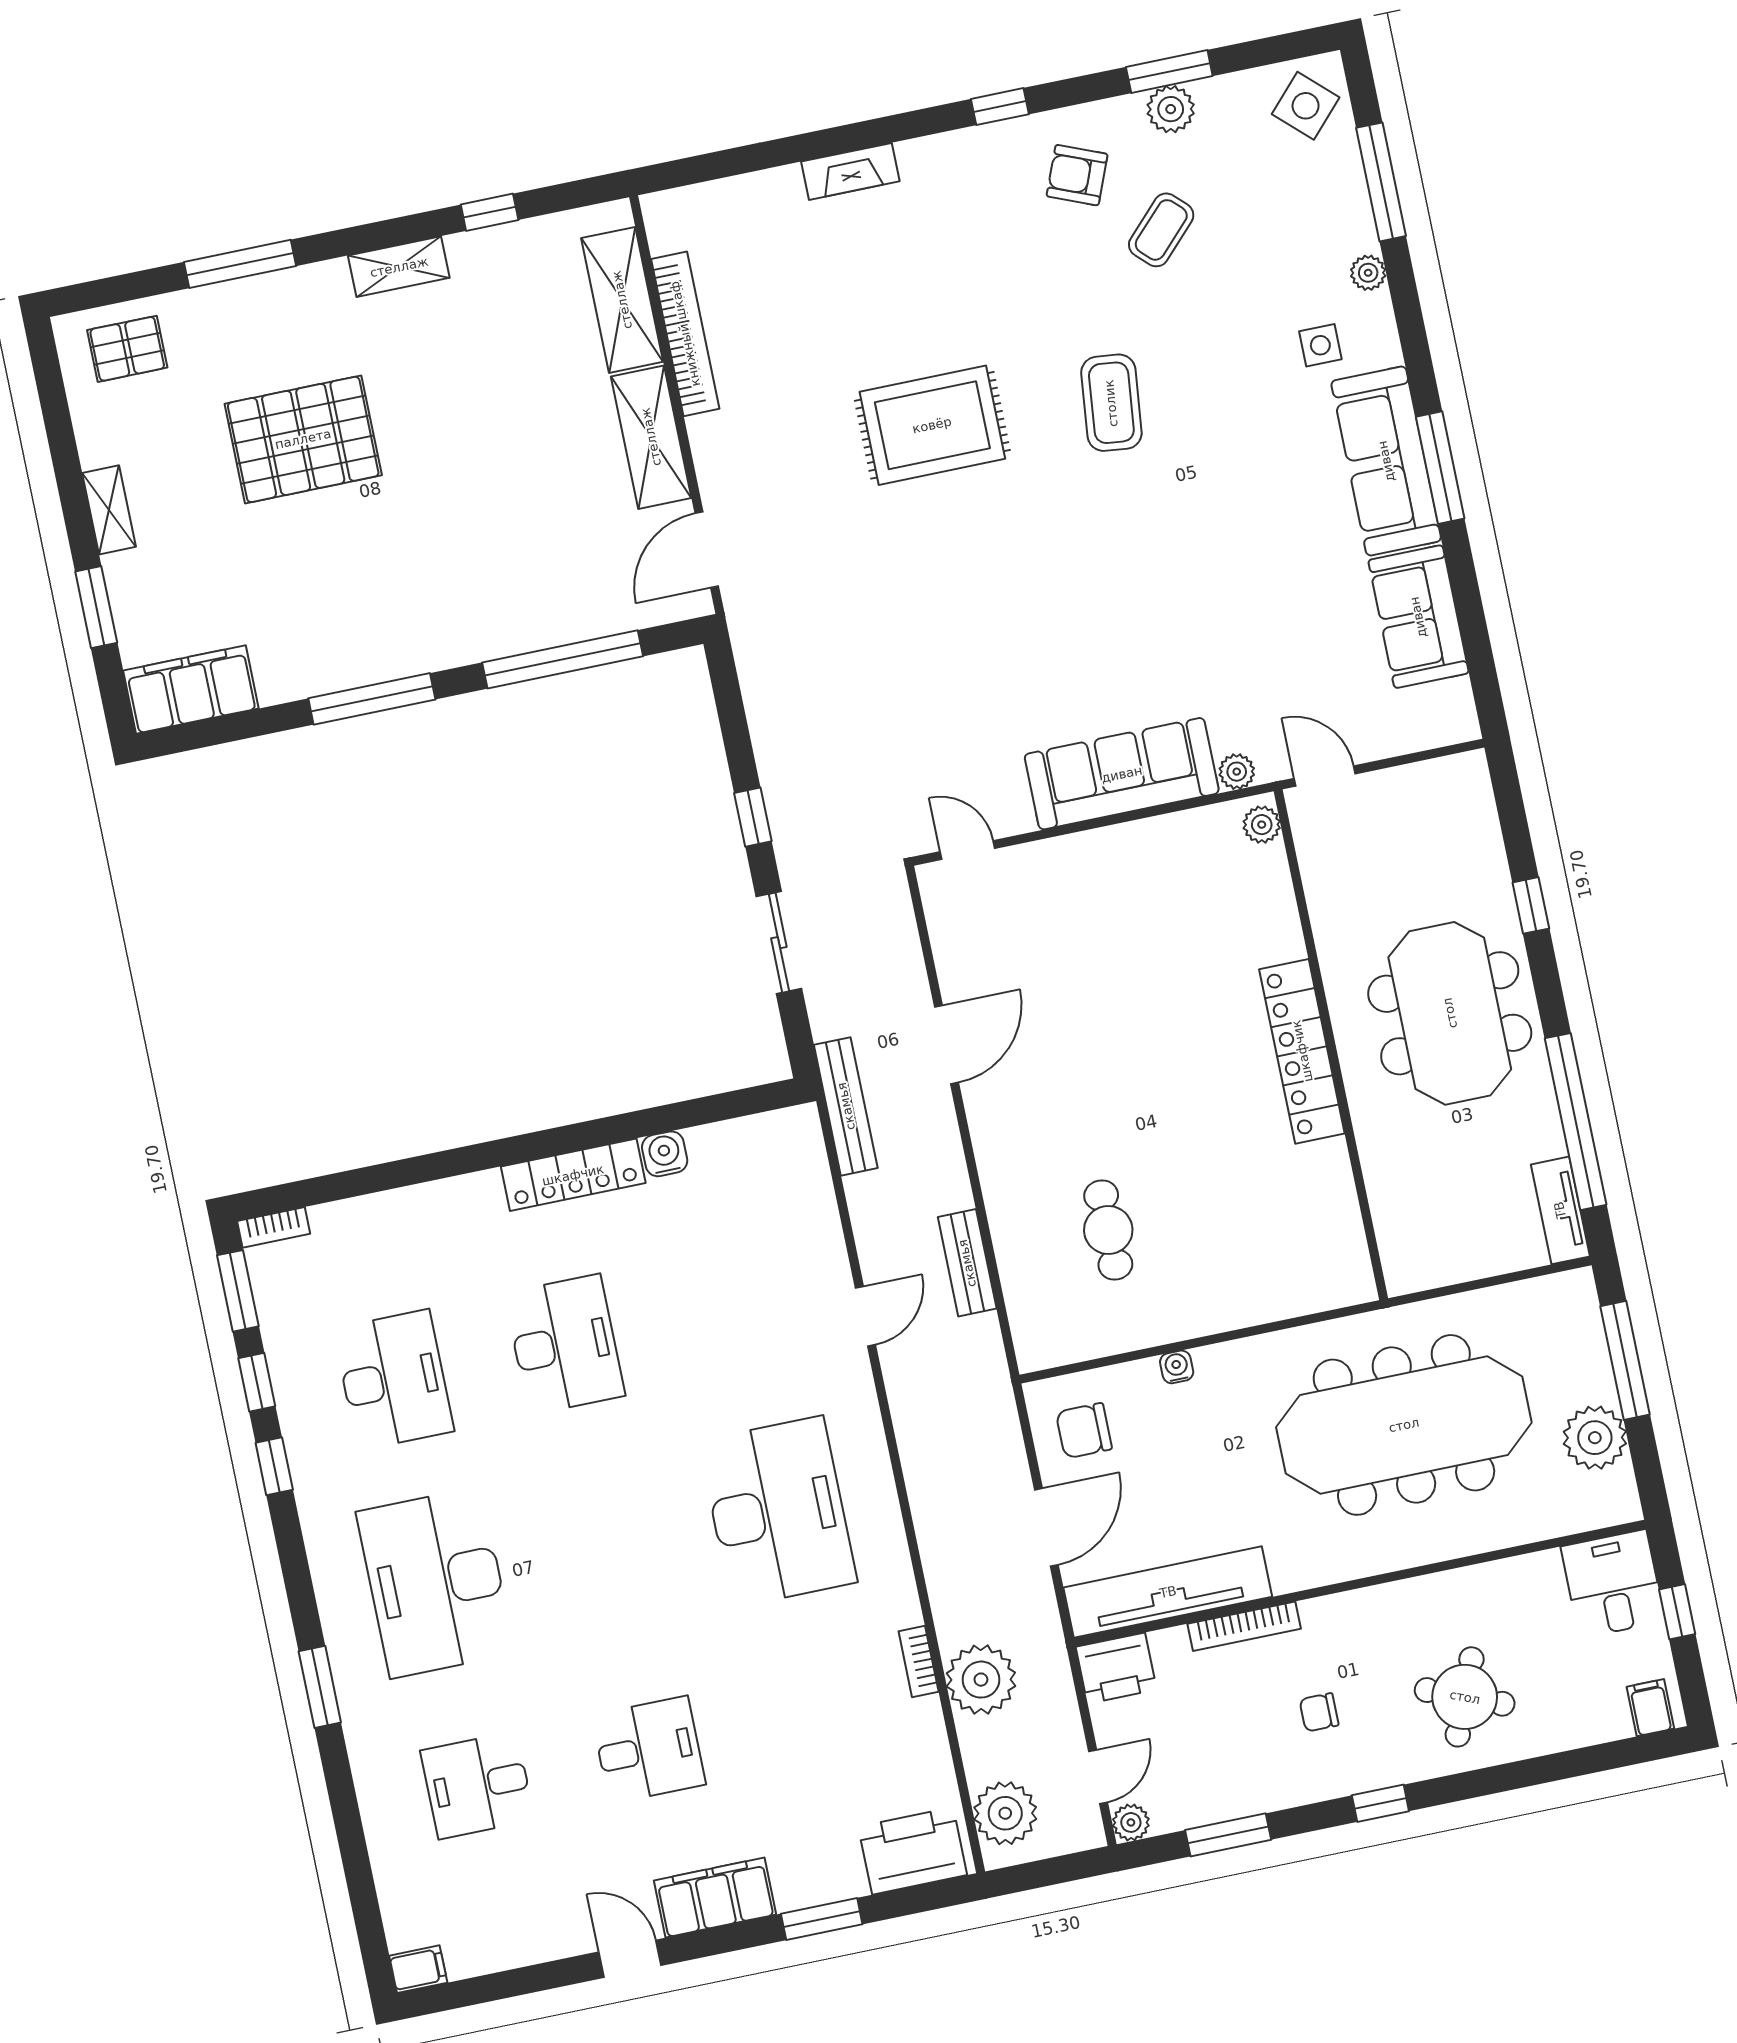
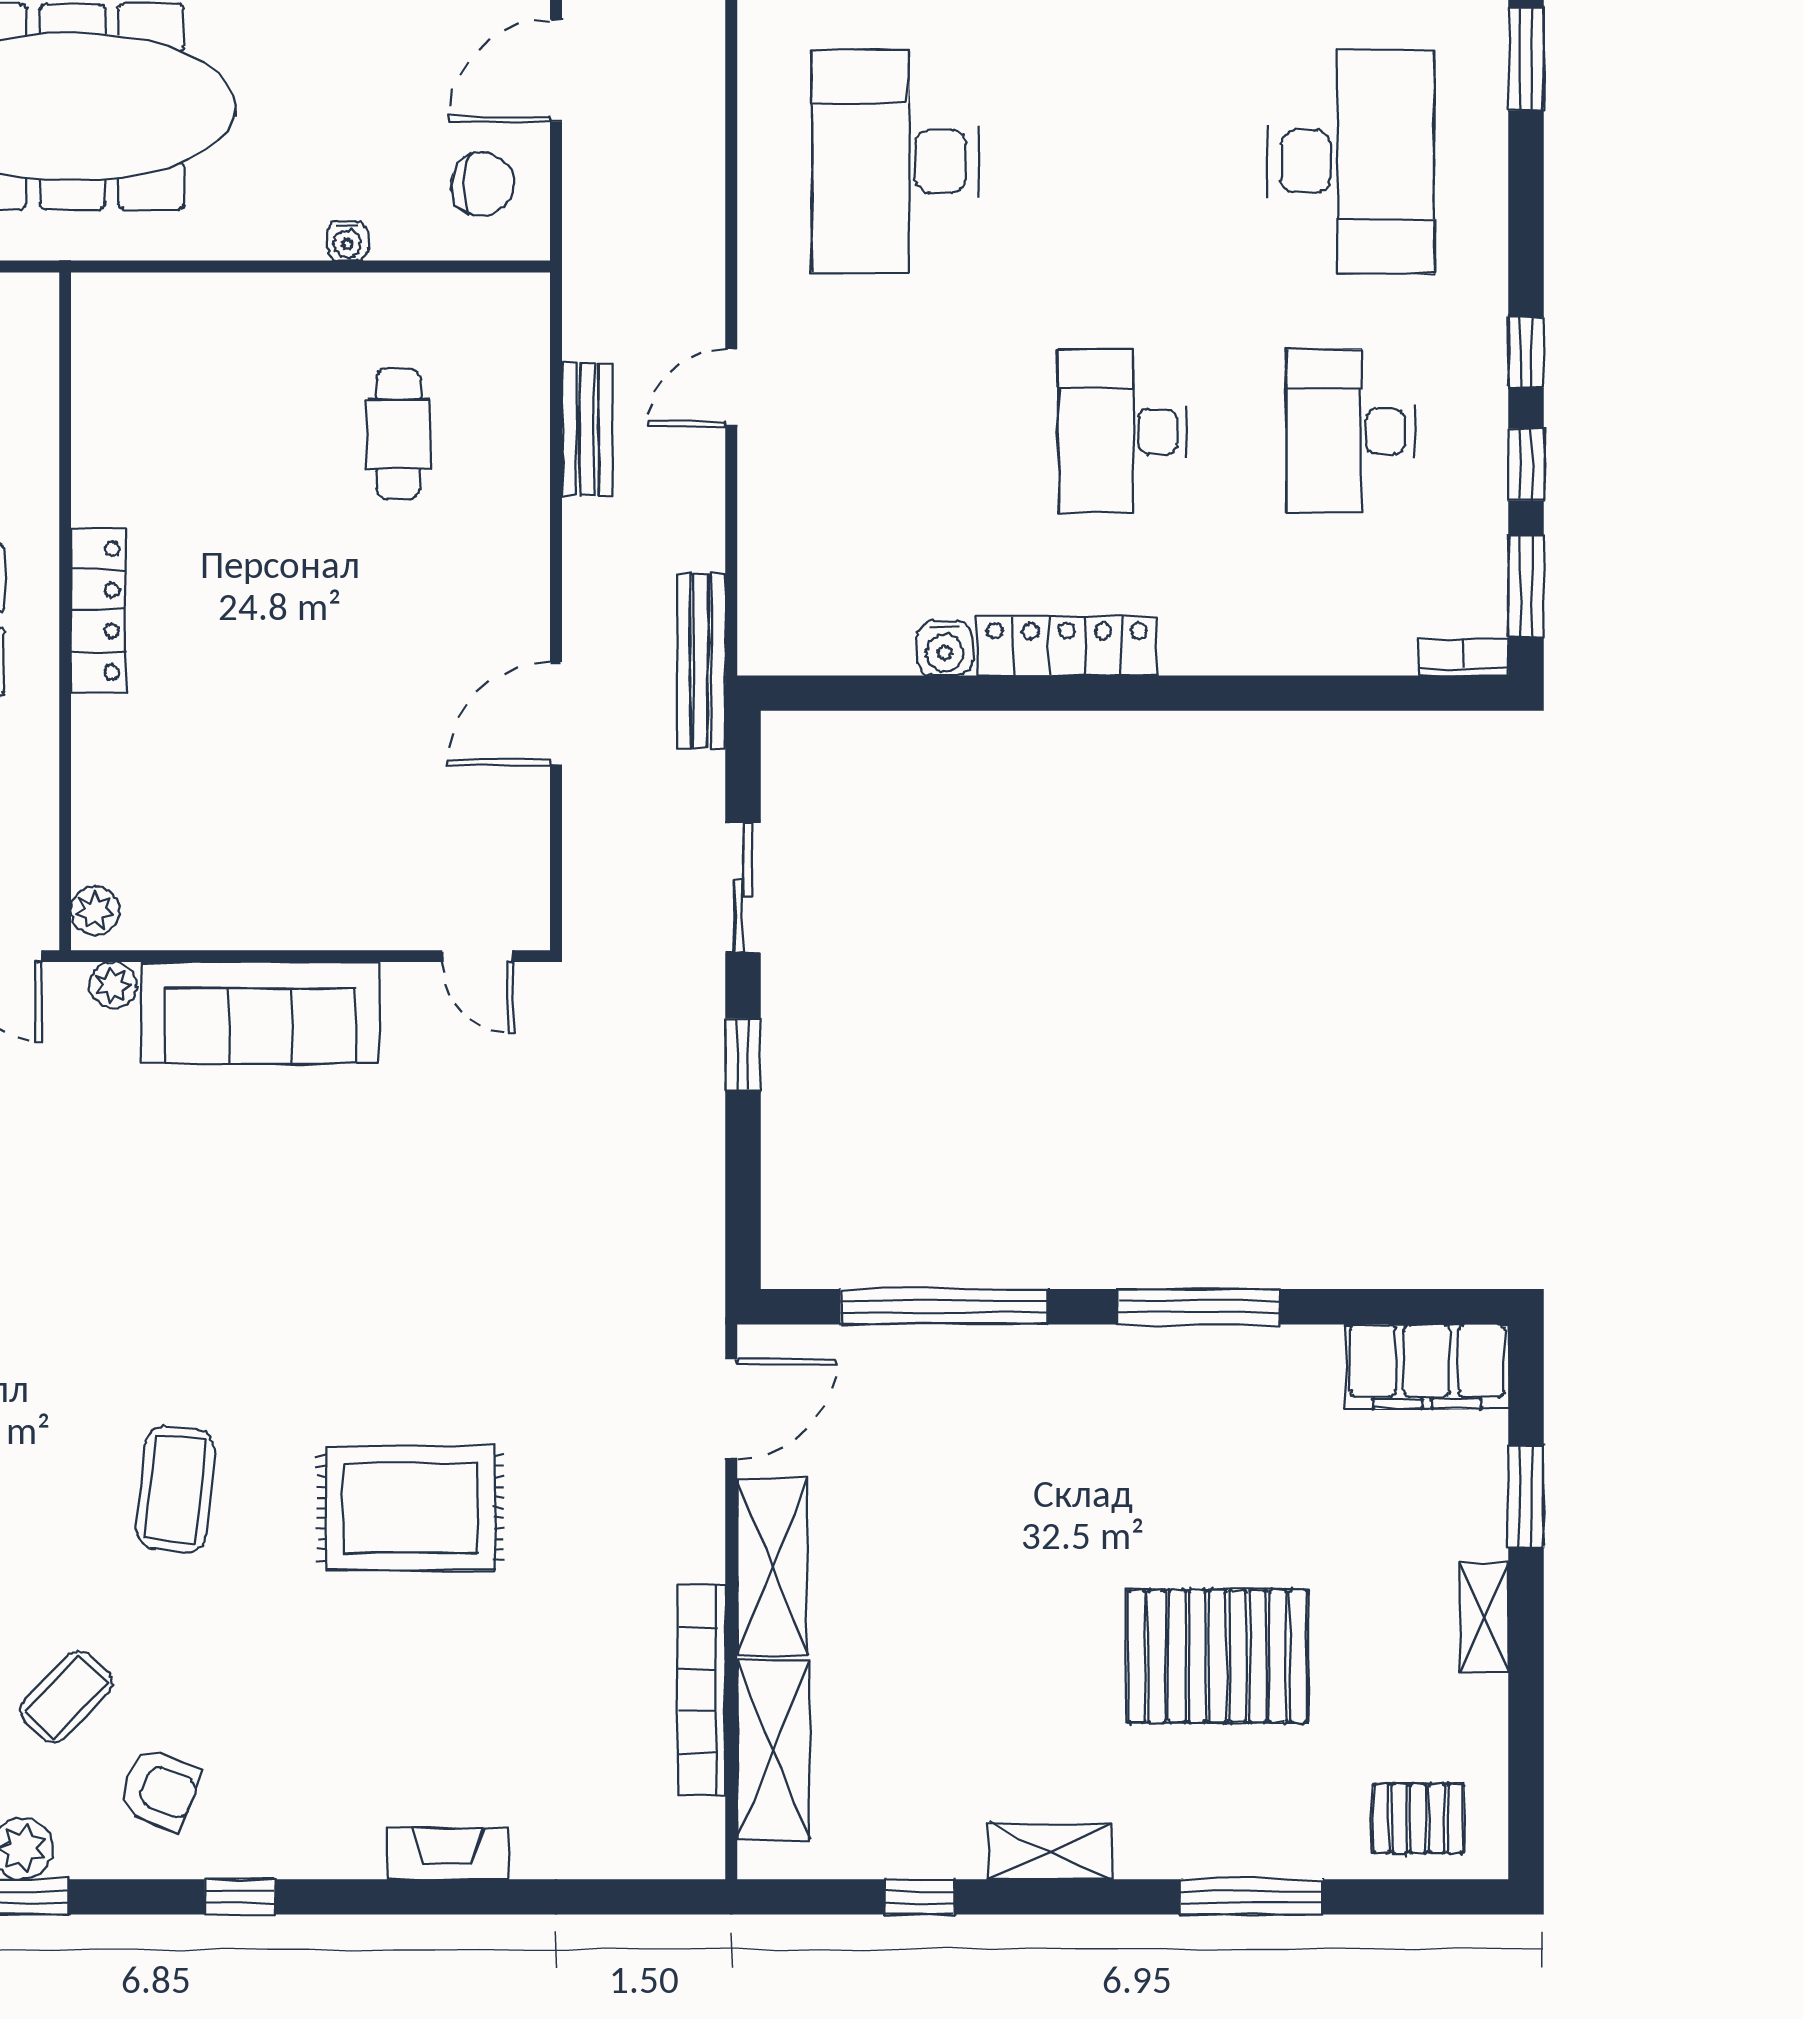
locker: (1302, 1051) -> (98, 611), width x0.71, depth x0.83

